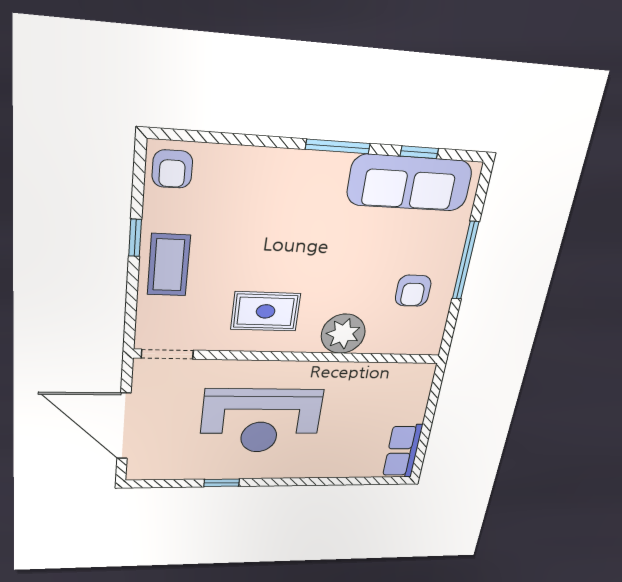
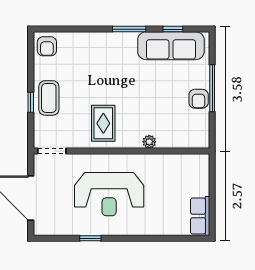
window: (135, 238) -> (31, 102), moved
armchair: (413, 291) -> (199, 99), moved
rug: (266, 311) -> (103, 123), turned 90
plant: (343, 334) -> (149, 142), width x0.53, depth x0.53

